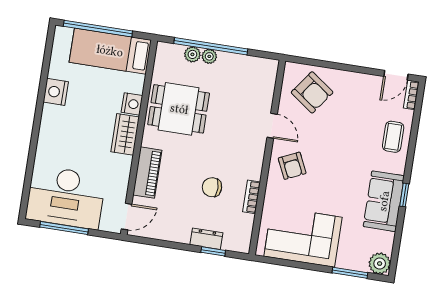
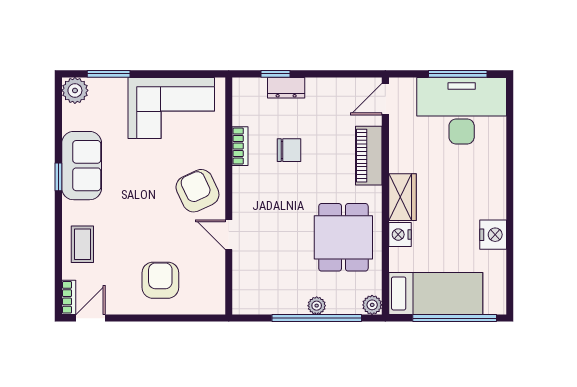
plant: (192, 54) -> (372, 305), moved
armchair: (312, 92) -> (160, 280), moved, turned 54
dining table: (179, 109) -> (343, 237), turned 90
armchair: (292, 166) -> (197, 191), width x1.38, depth x1.38

